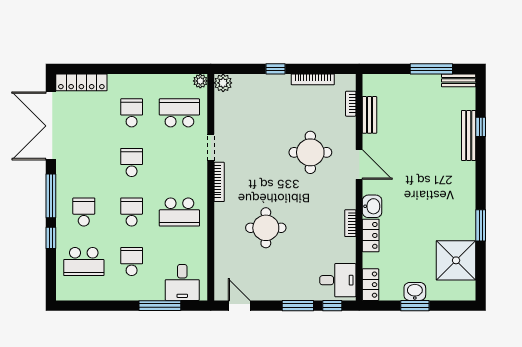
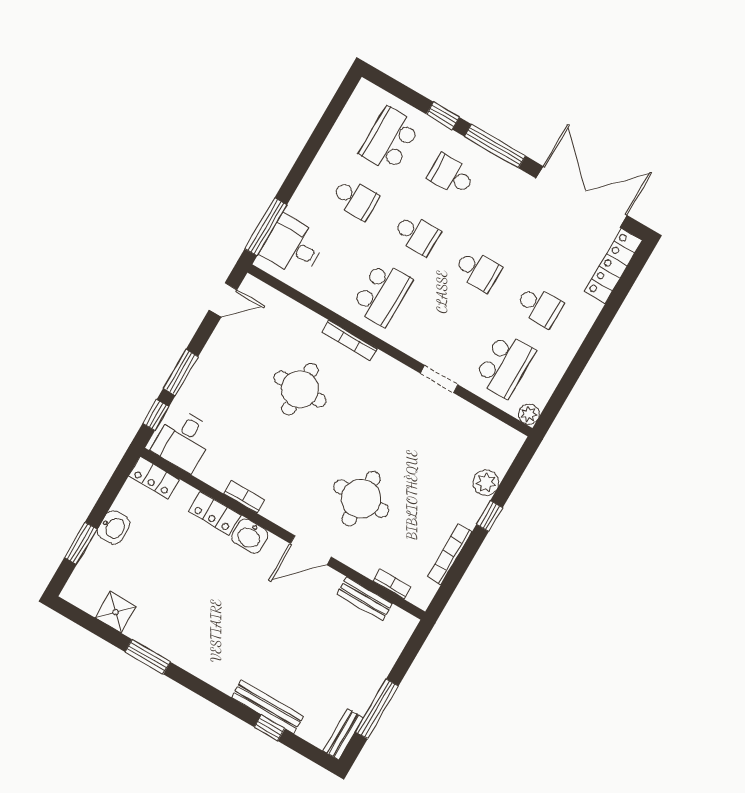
plant: (223, 83) -> (486, 483), moved
bookcase: (219, 182) -> (349, 340), moved
school desk: (84, 212) -> (451, 175), turned 180
school desk: (179, 212) -> (382, 294), turned 180
shower: (456, 260) -> (116, 612), width x0.54, depth x0.54
window: (160, 306) -> (266, 227), moved
window: (415, 306) -> (81, 543), moved

